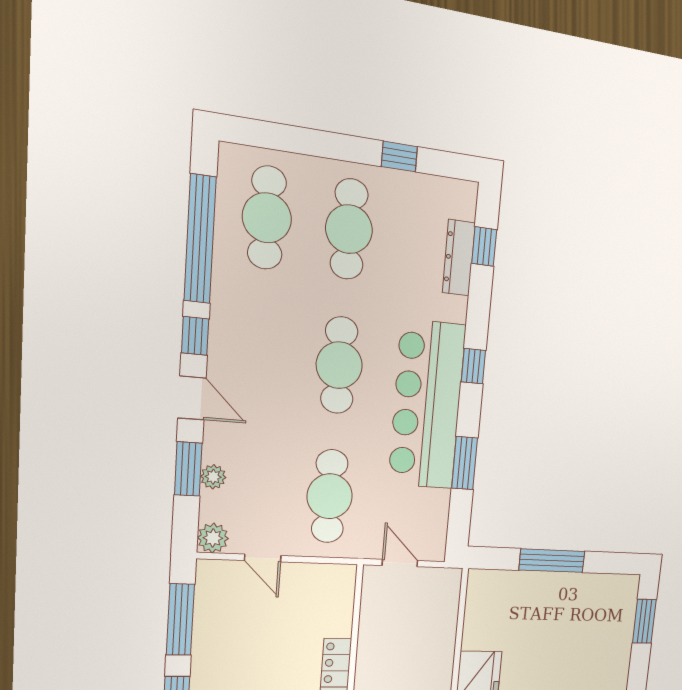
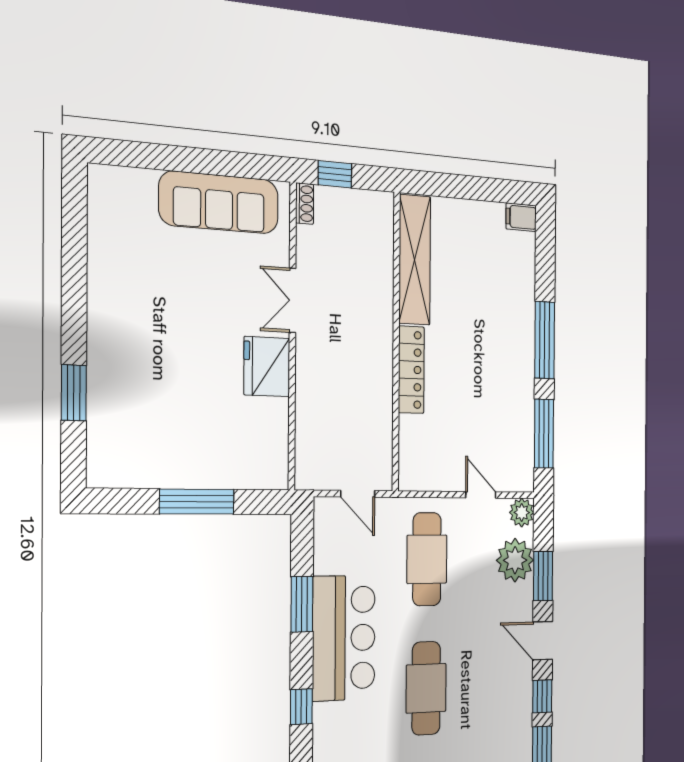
bar counter: (427, 405) -> (344, 638), width x0.73
plant: (213, 477) -> (515, 560), width x1.88, depth x1.88
window: (644, 621) -> (74, 393), moved

